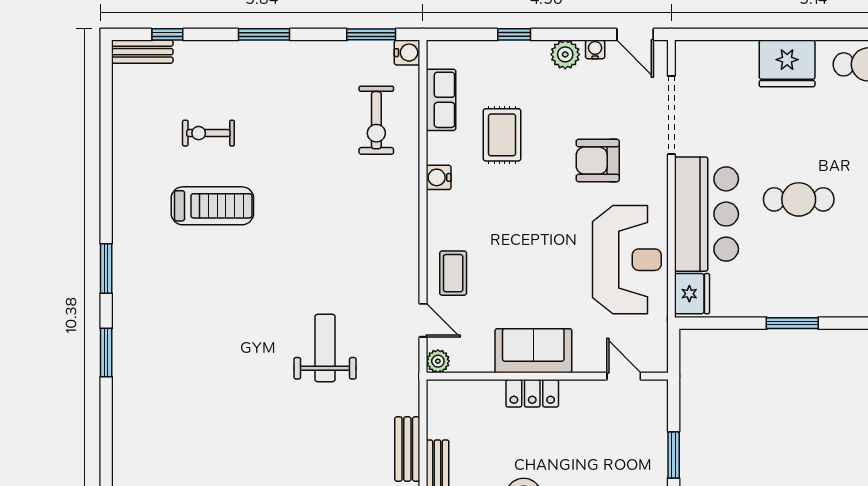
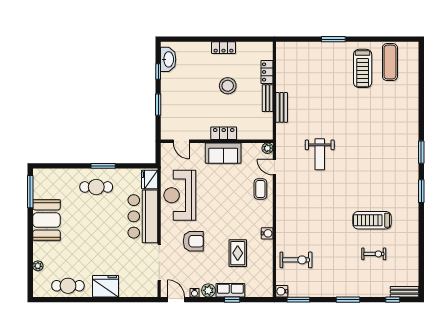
row of seats: (441, 100) -> (230, 290), moved, turned 90
exercise bike: (376, 120) -> (296, 260), turned 90
cafe table: (799, 199) -> (96, 187), moved

